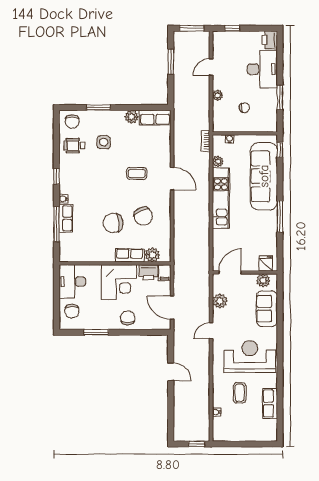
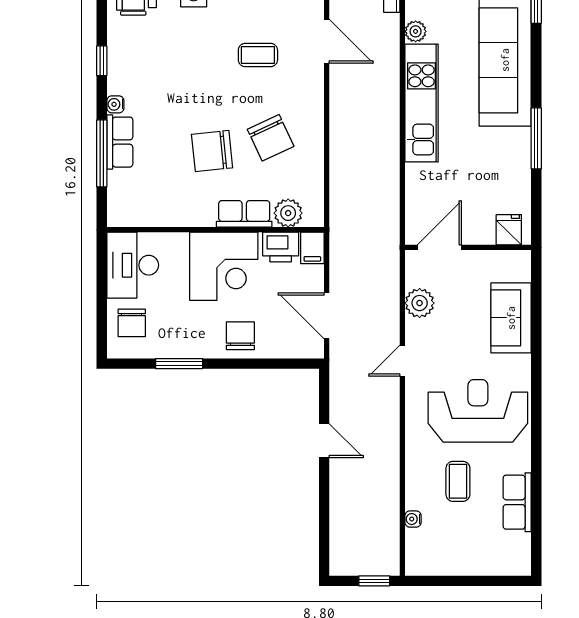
door: (172, 179) -> (327, 41), moved
plant: (263, 281) -> (504, 263), removed

